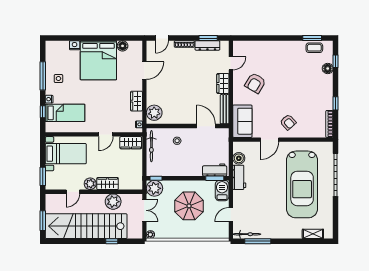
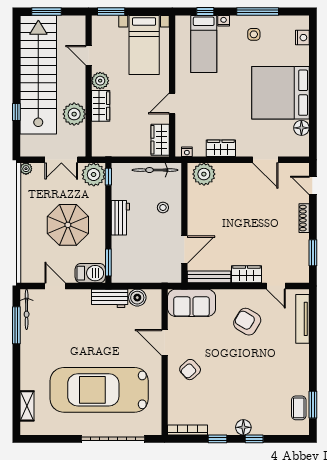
nightstand: (75, 45) -> (302, 38), moved
dresser: (207, 45) -> (302, 252), removed
tv unit: (253, 45) -> (302, 319), added
window: (336, 61) -> (254, 439), moved
floor lamp: (328, 68) -> (243, 427), moved
door: (106, 134) -> (172, 104), hinge flipped
workbench: (215, 170) -> (120, 218), moved

